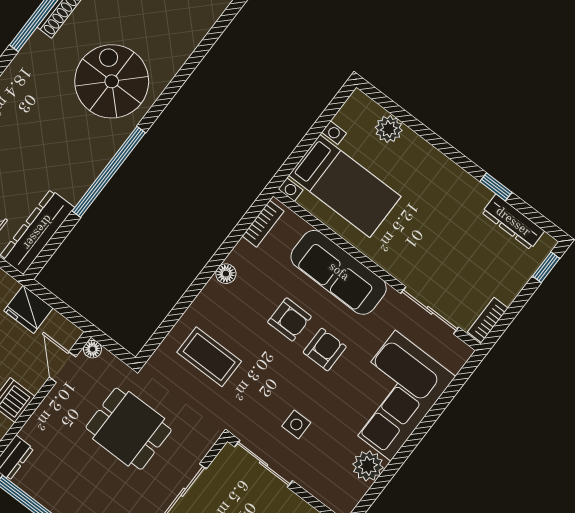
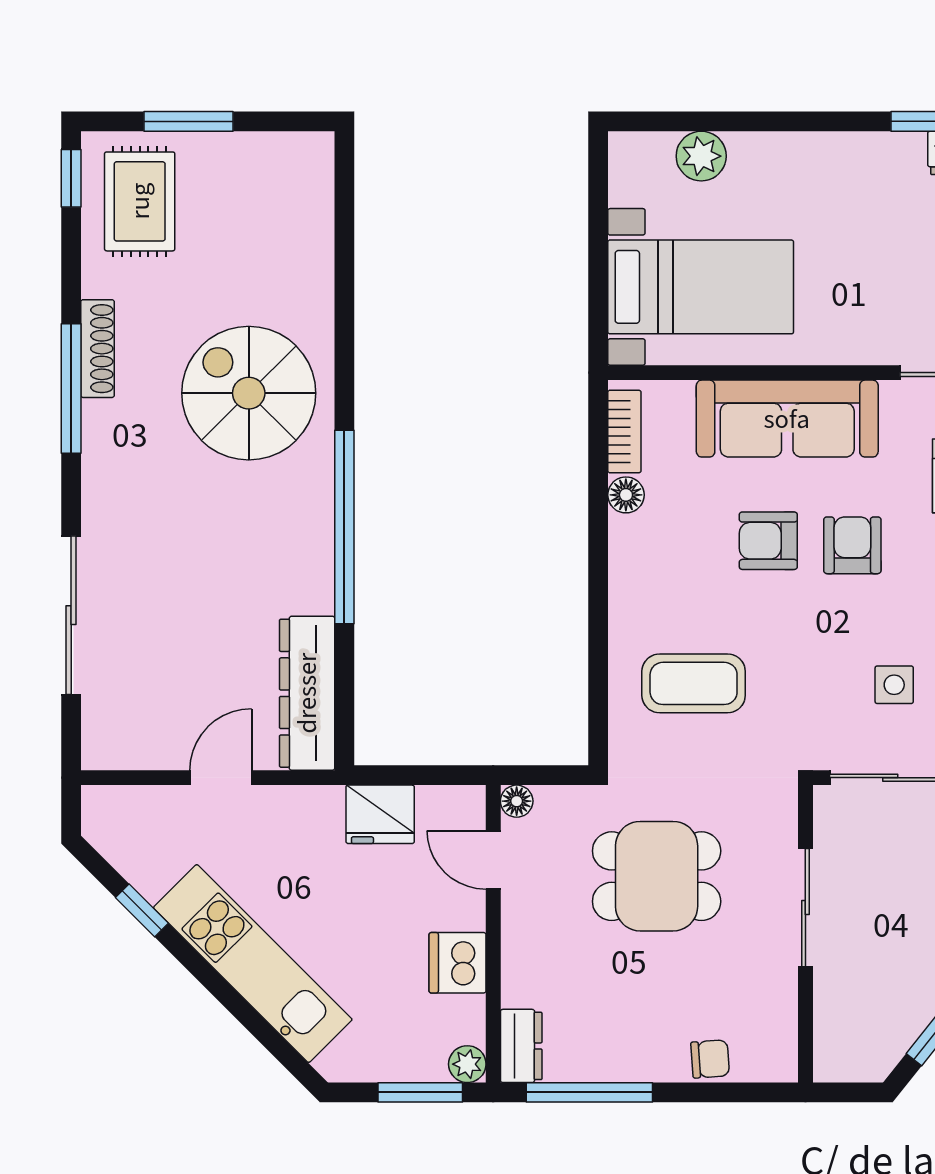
floor lamp: (226, 274) -> (626, 495), moved
armchair: (289, 319) -> (768, 541), turned 180

